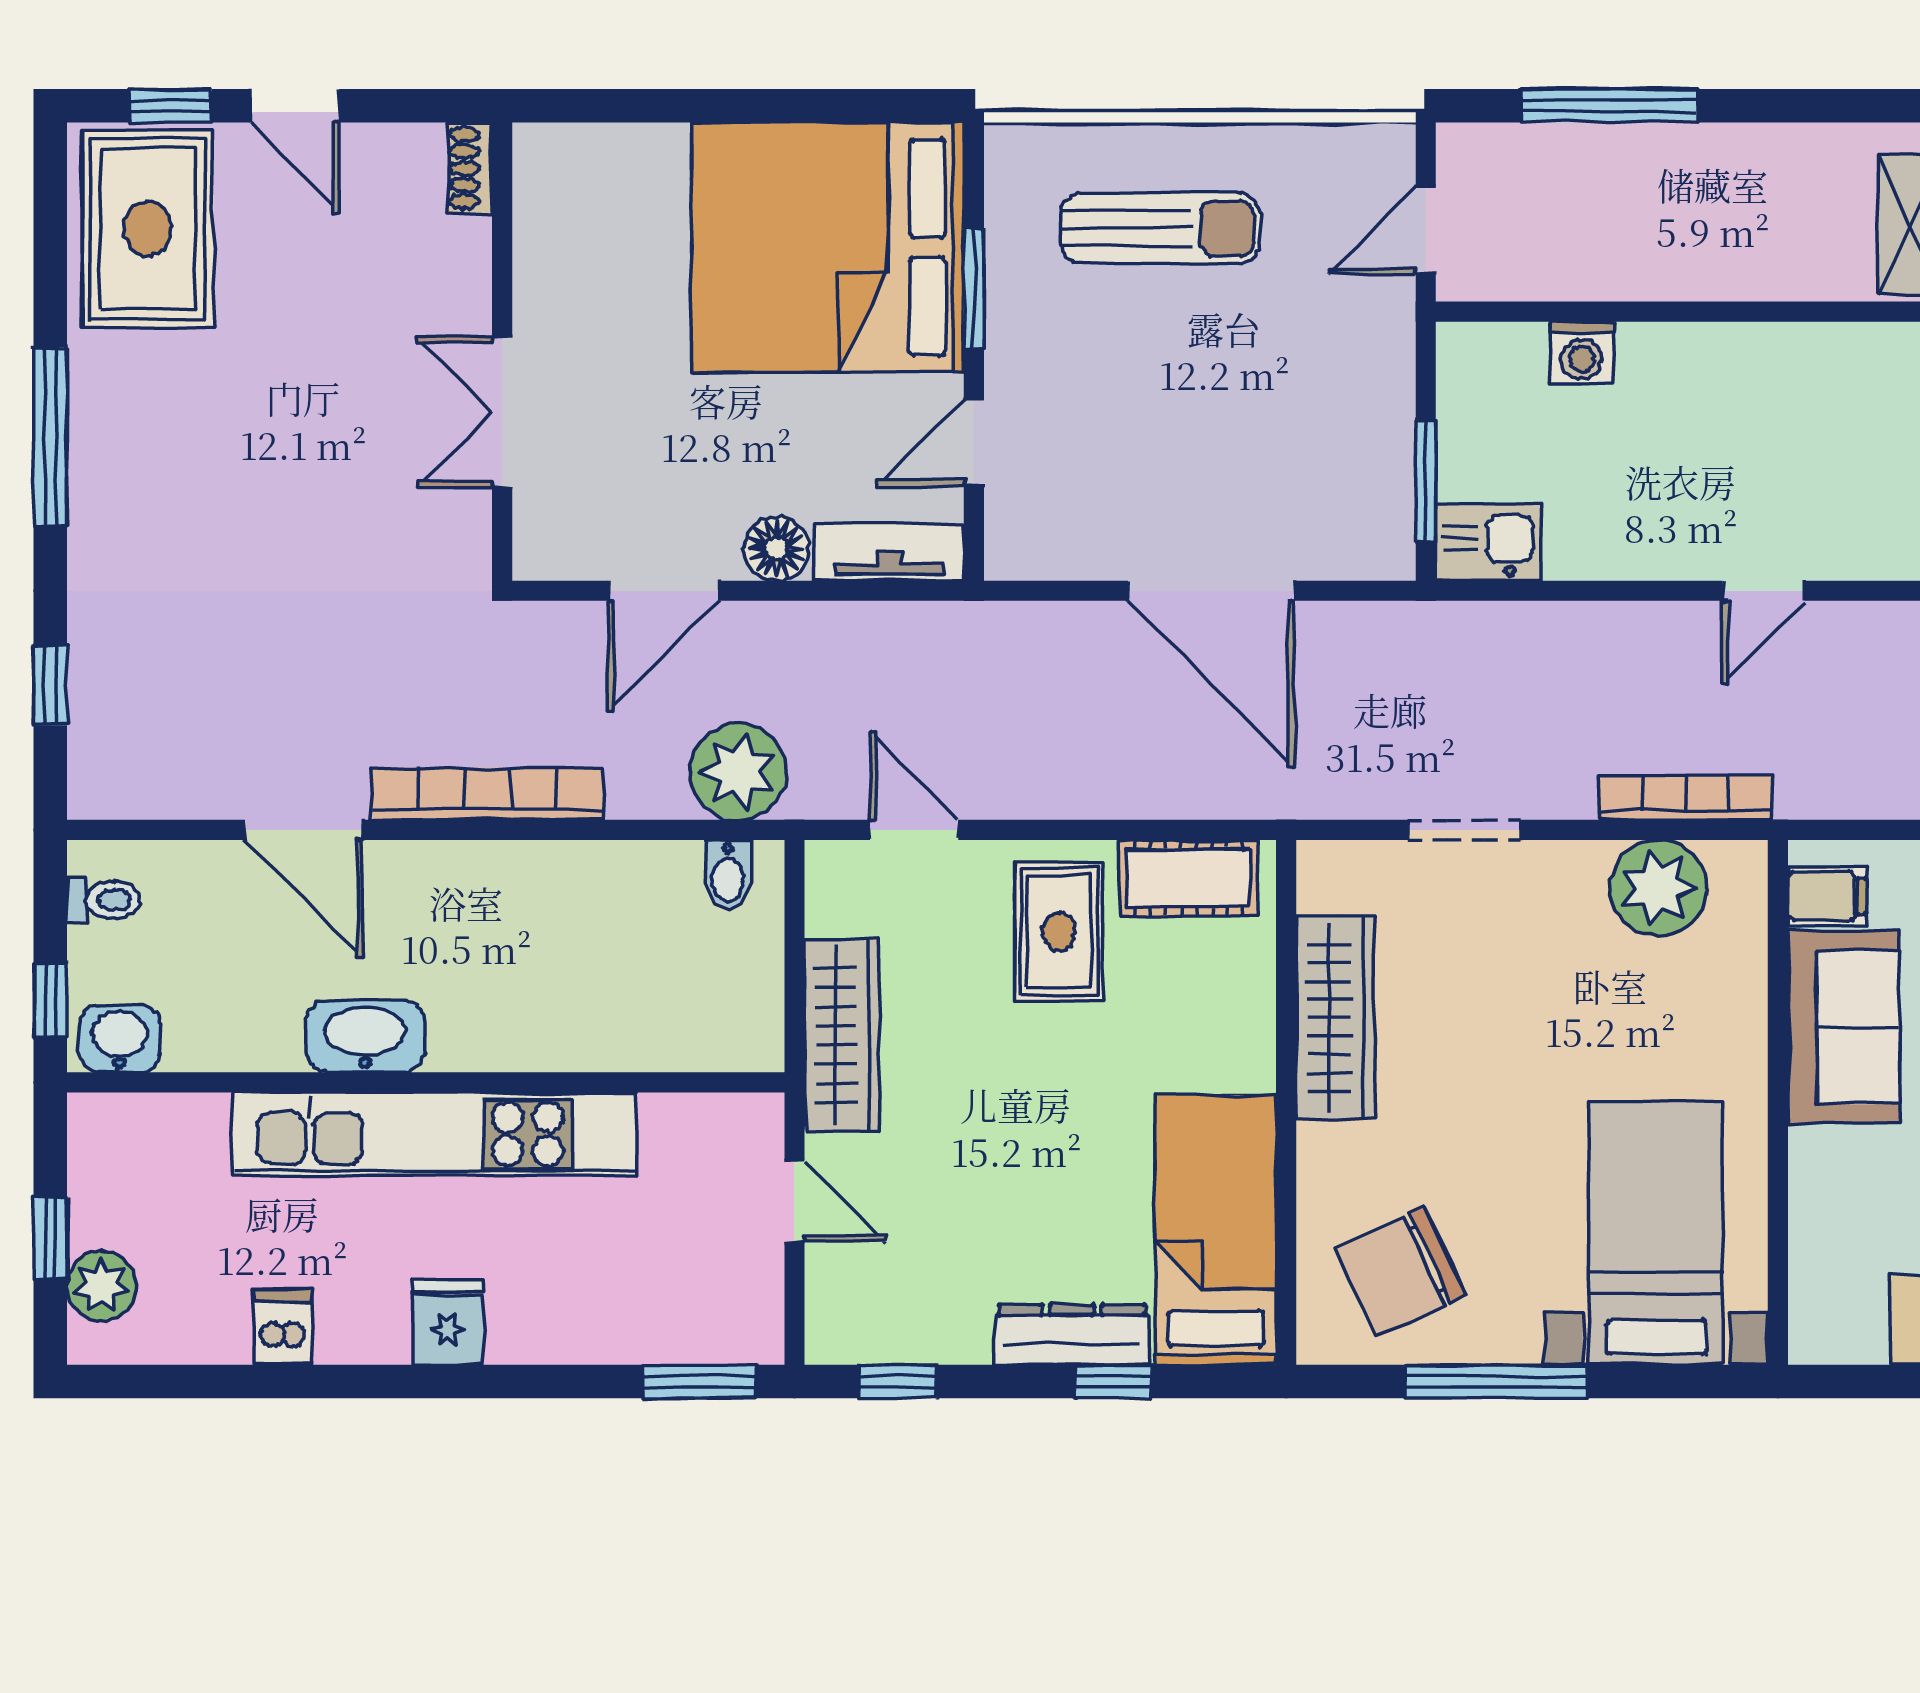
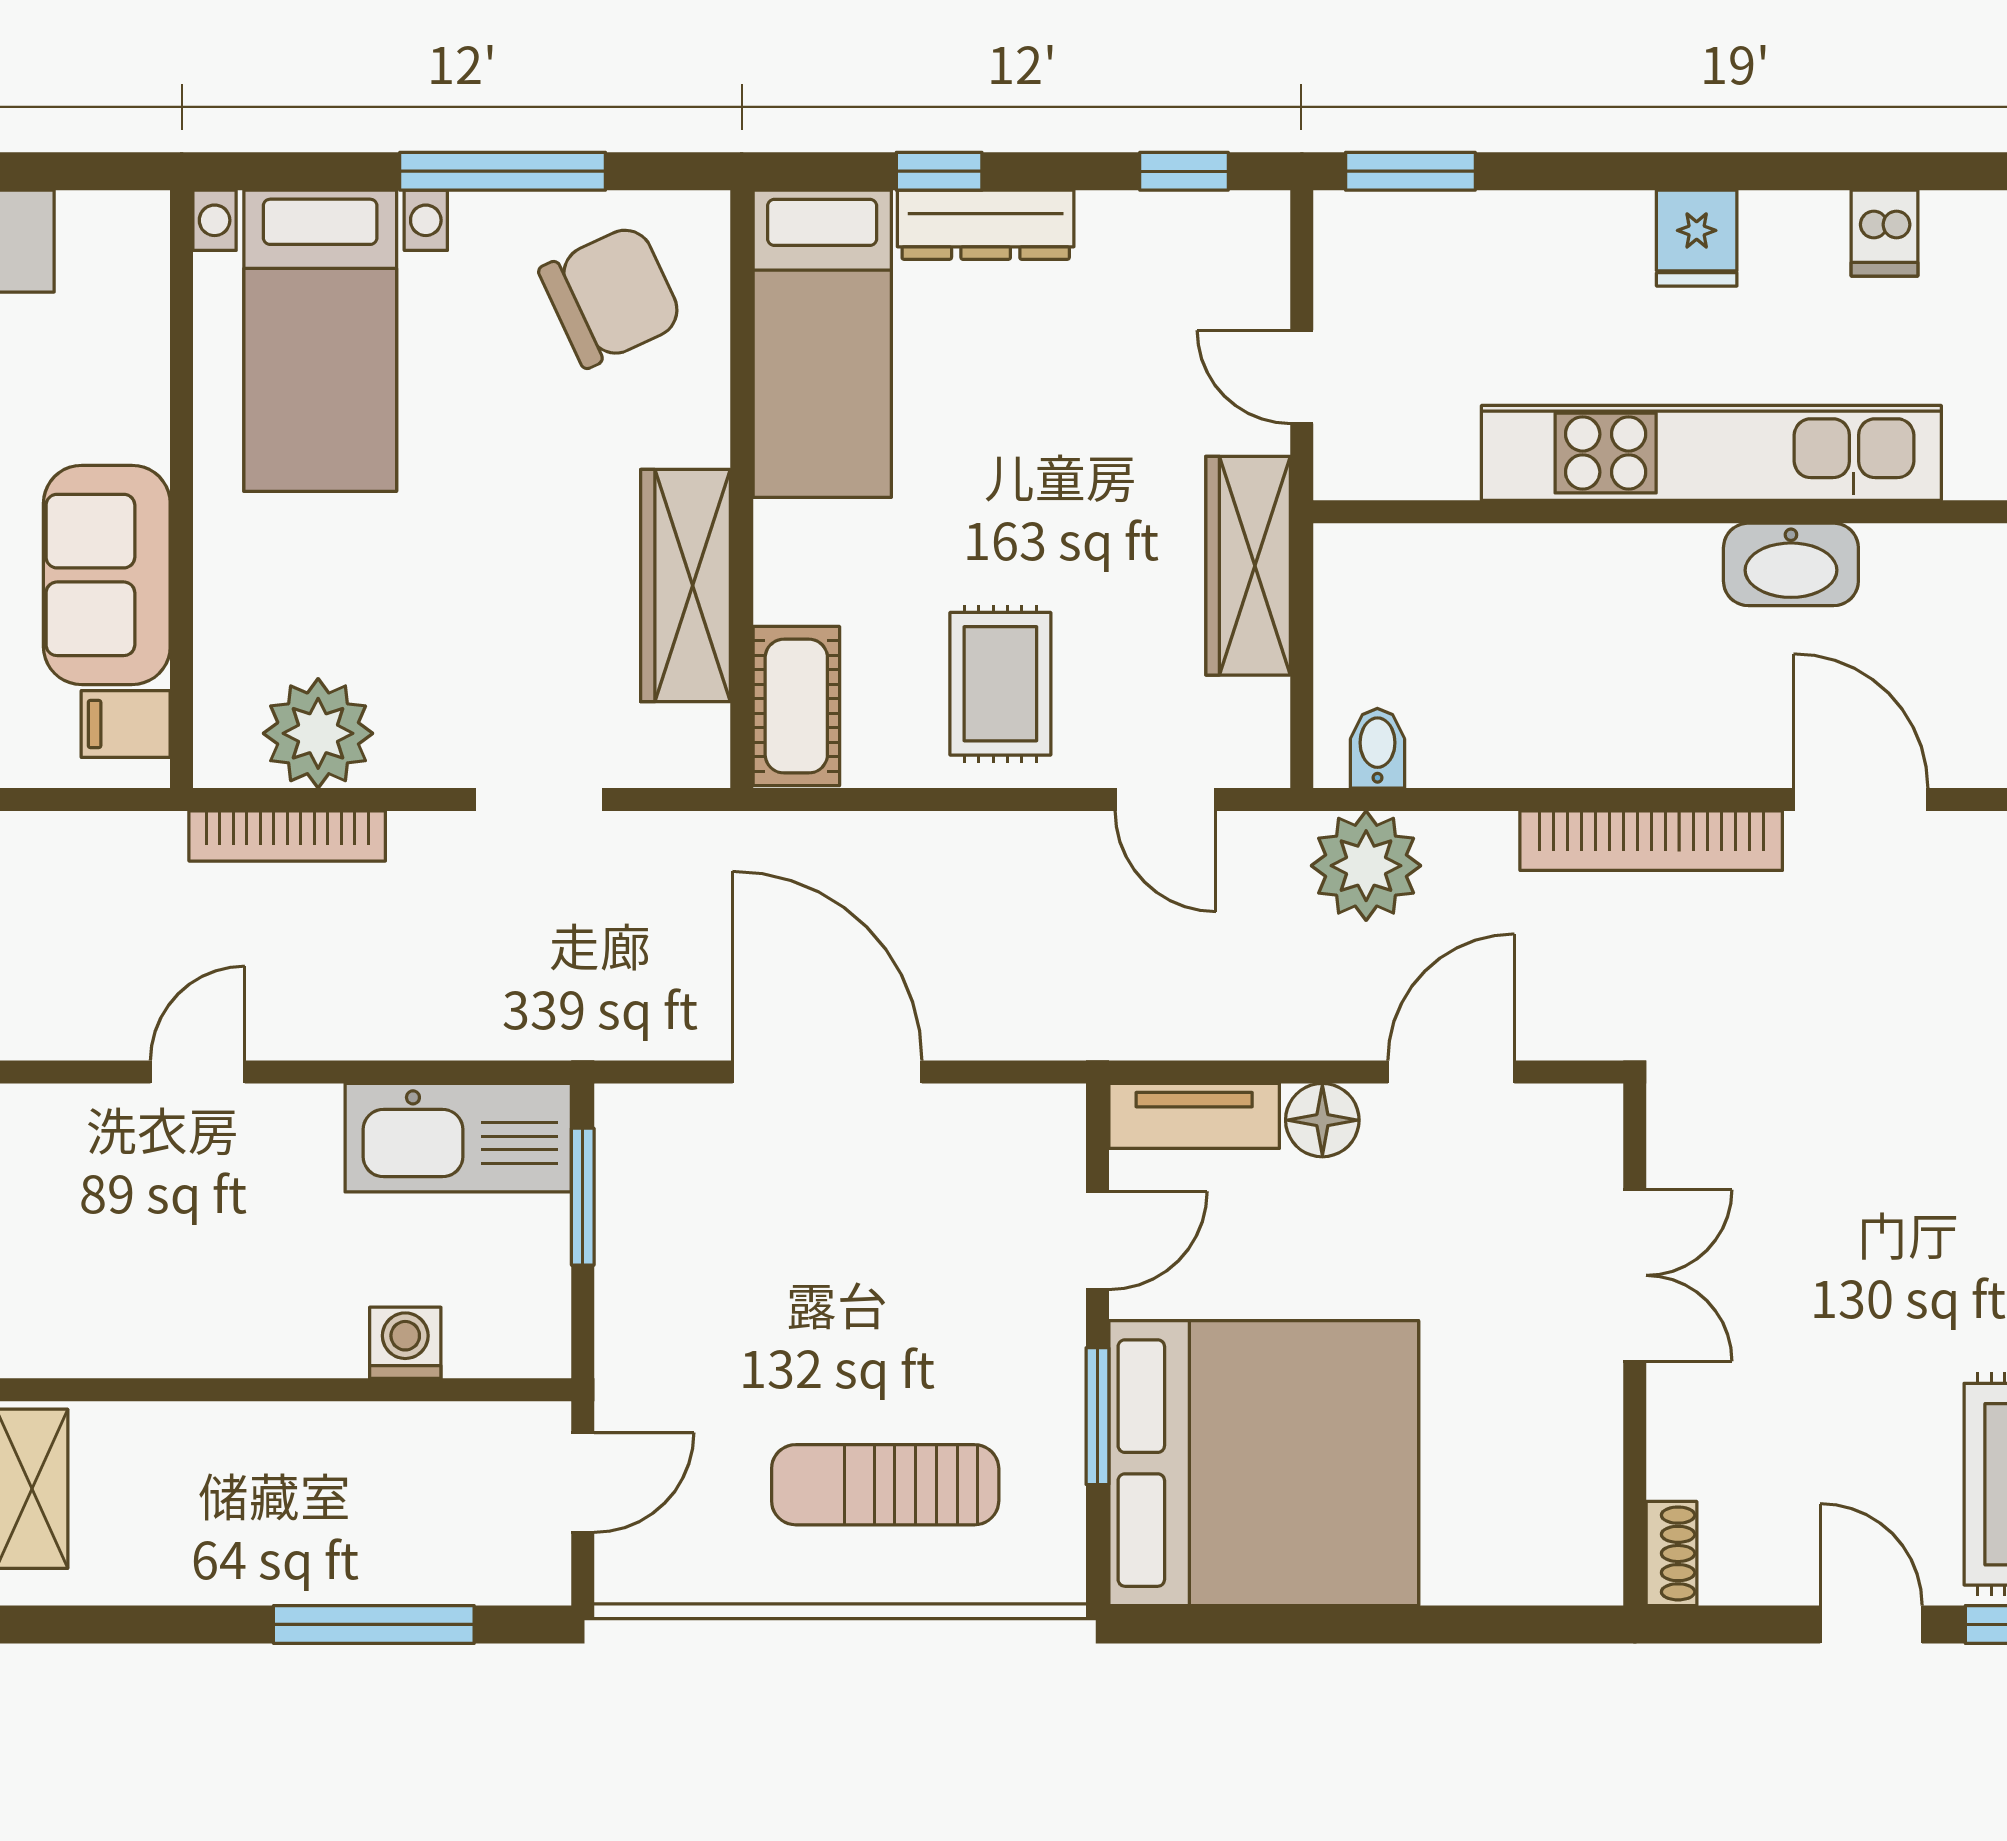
kitchen sink: (1489, 542) -> (458, 1138), width x1.87, depth x1.24
cot: (1189, 878) -> (796, 706), moved, turned 90

